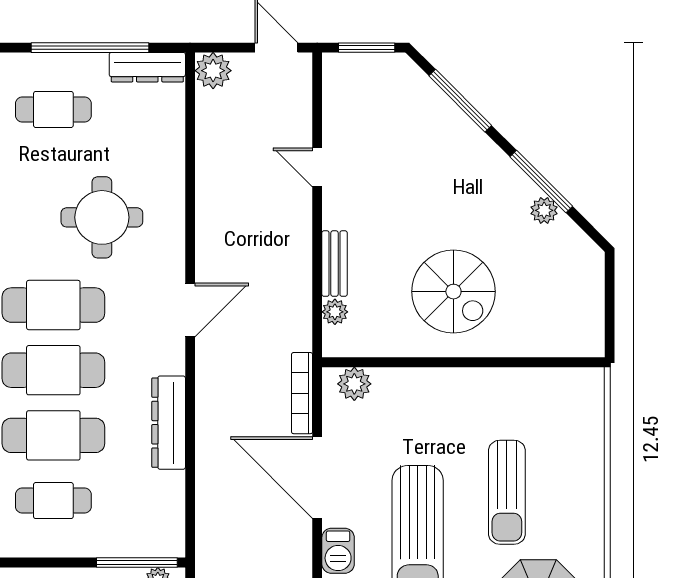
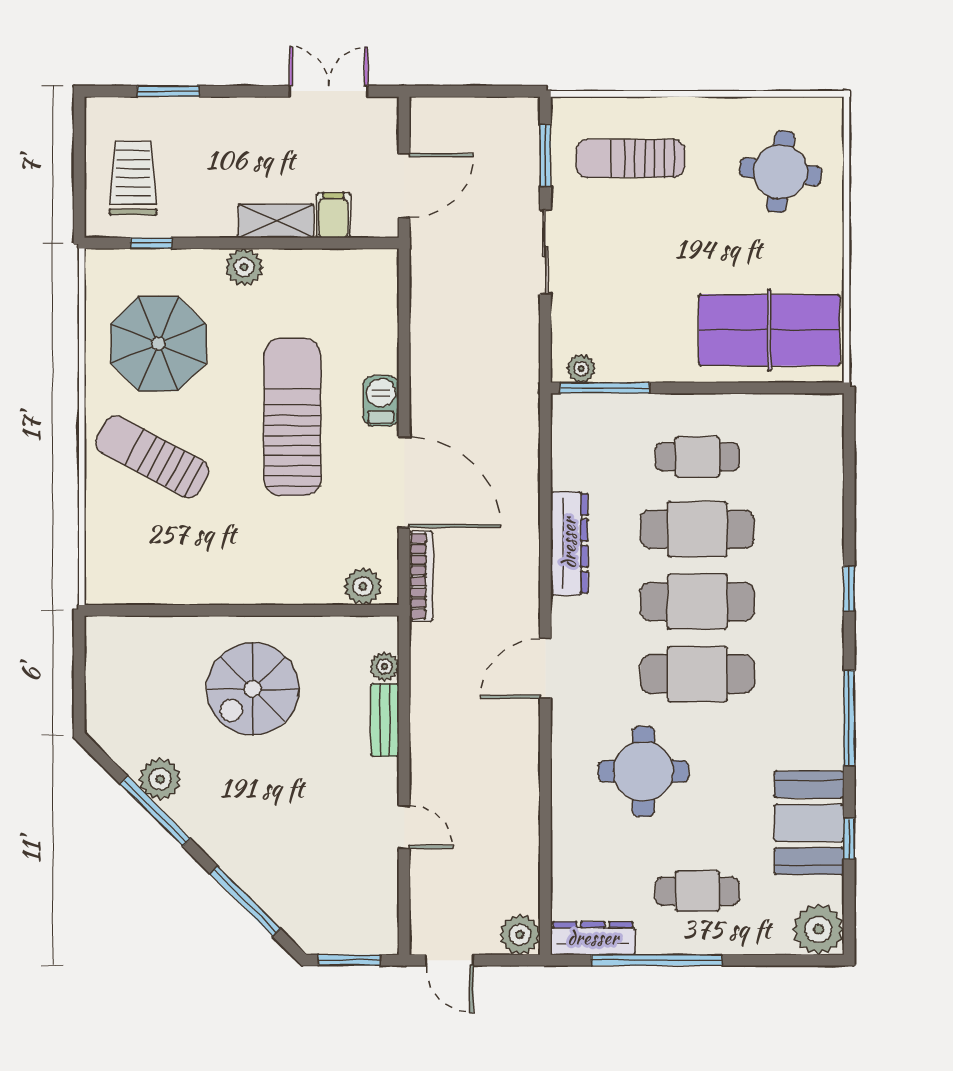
plant: (544, 210) -> (160, 779), width x1.38, depth x1.38
spiral stairs: (453, 292) -> (253, 689), turned -90
sun lounger: (507, 492) -> (152, 457), moved, turned -62

